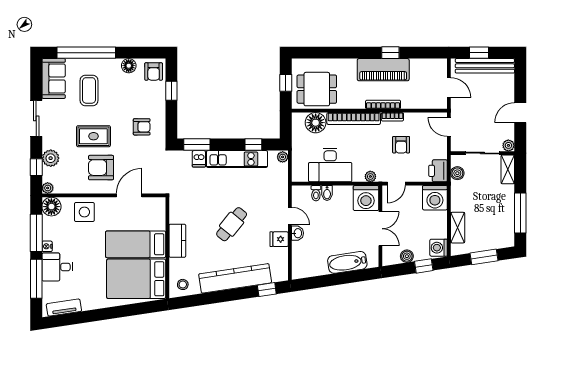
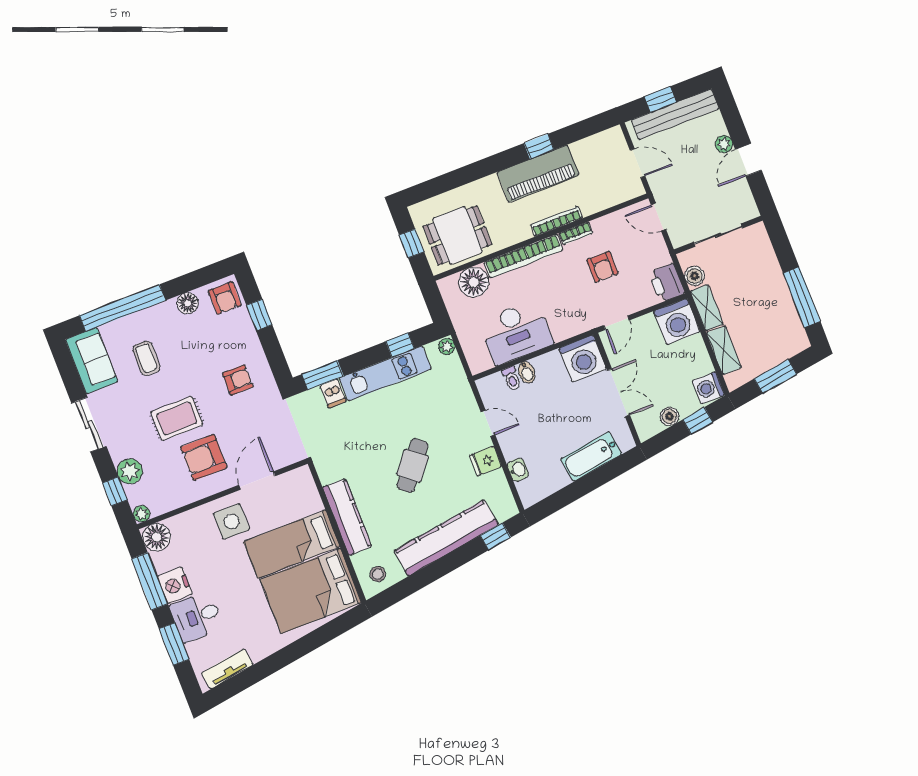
coffee table: (89, 90) -> (146, 358), width x0.73, depth x0.77
plant: (508, 145) -> (724, 144), moved
shelving: (508, 169) -> (707, 308), moved
plant: (370, 176) -> (577, 327), removed
side table: (84, 212) -> (231, 521), moved
washbasin: (298, 233) -> (518, 470), moved
kitchen counter: (177, 241) -> (347, 517), width x1.50
nightstand: (47, 246) -> (175, 585), width x1.89, depth x1.79
window: (36, 279) -> (174, 644), width x0.69

